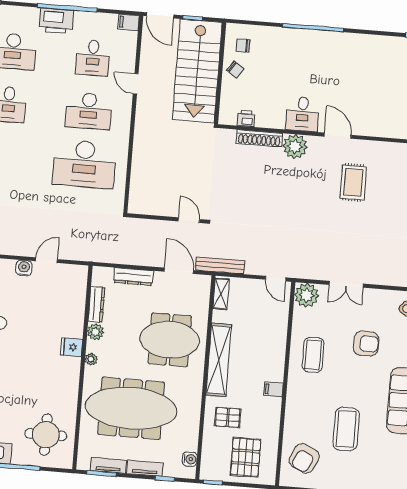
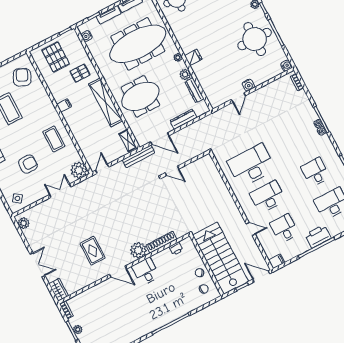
door: (276, 279) -> (102, 169), hinge flipped
armchair: (366, 344) -> (28, 164), turned 180

